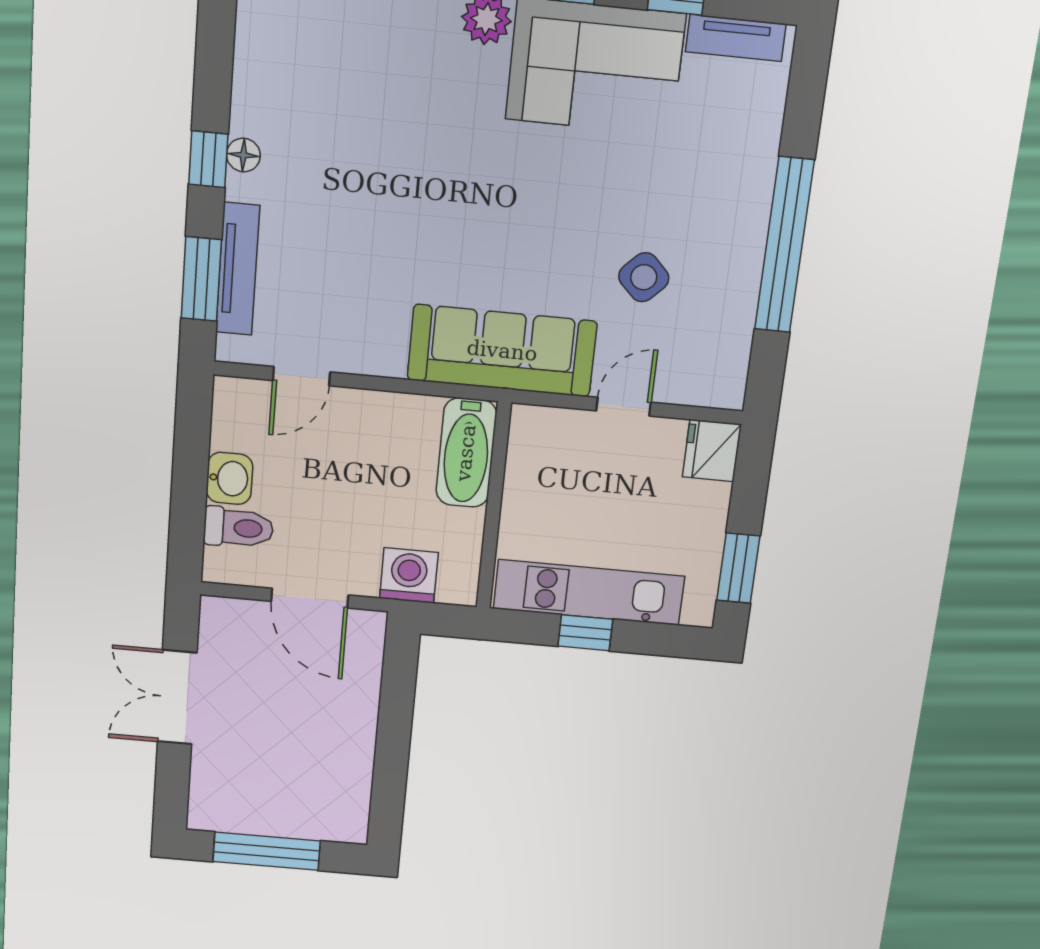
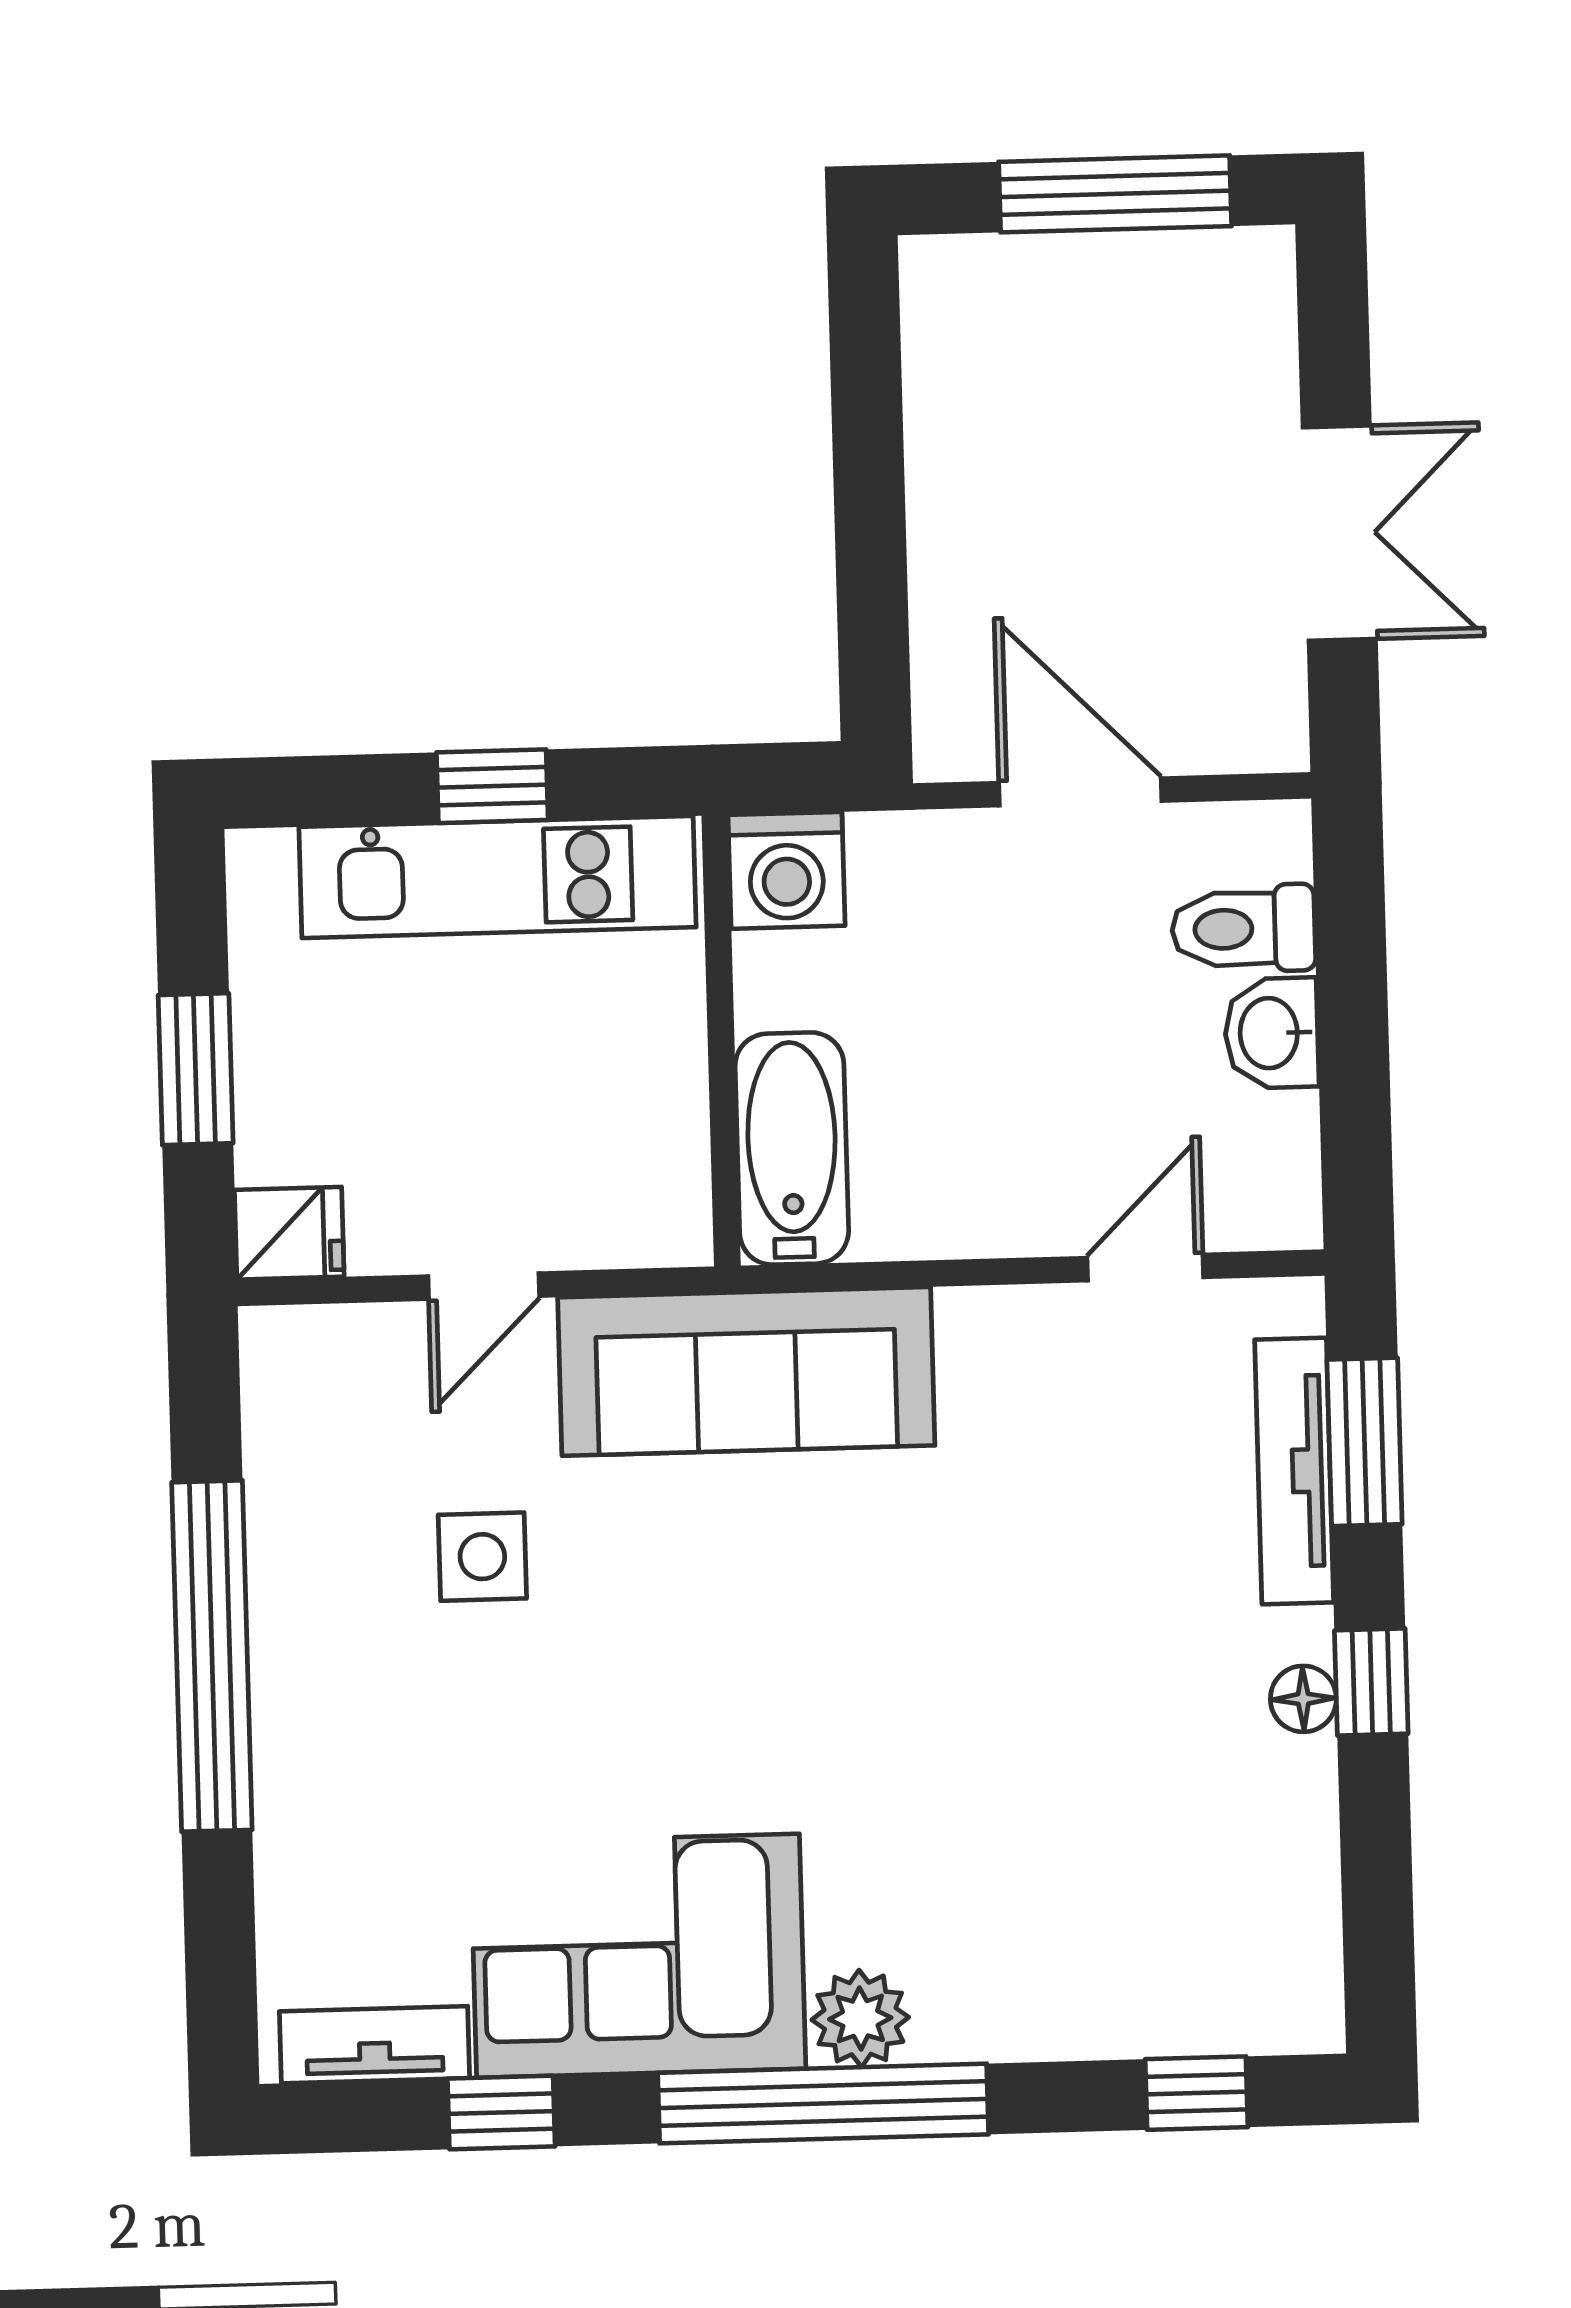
side table: (644, 277) -> (482, 1557), turned 45
fridge: (712, 451) -> (289, 1233), width x0.72
window: (738, 568) -> (196, 1069), moved
washing machine: (409, 575) -> (786, 870), moved

